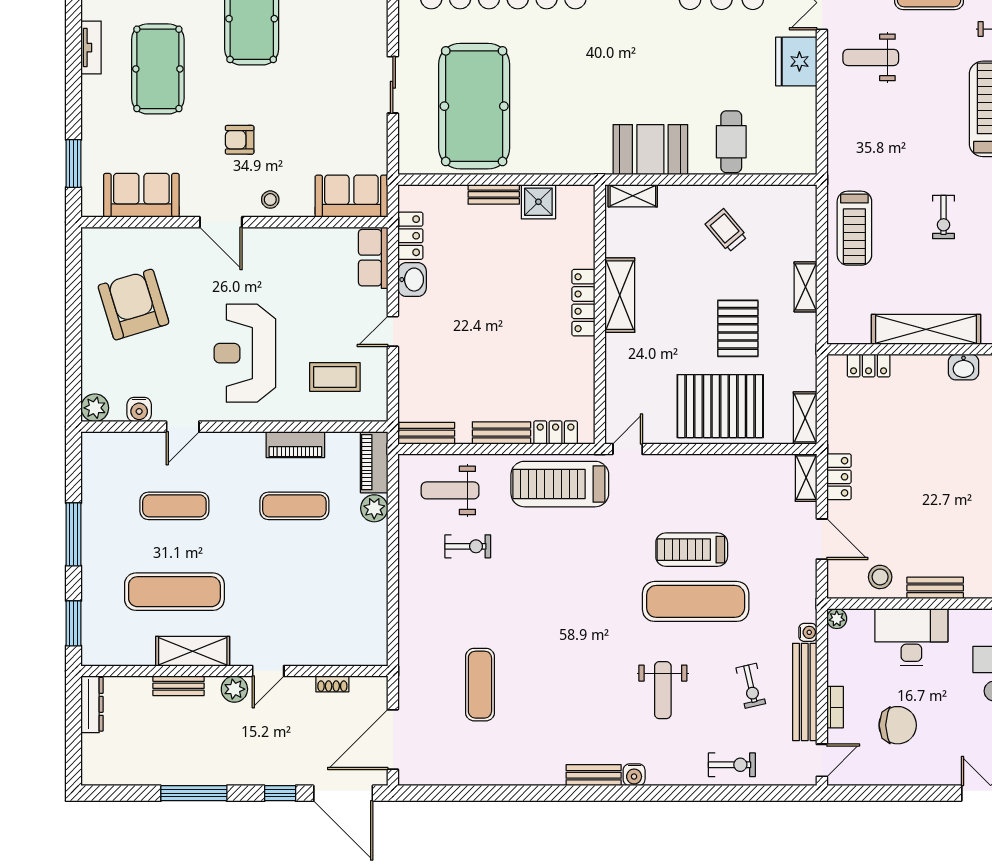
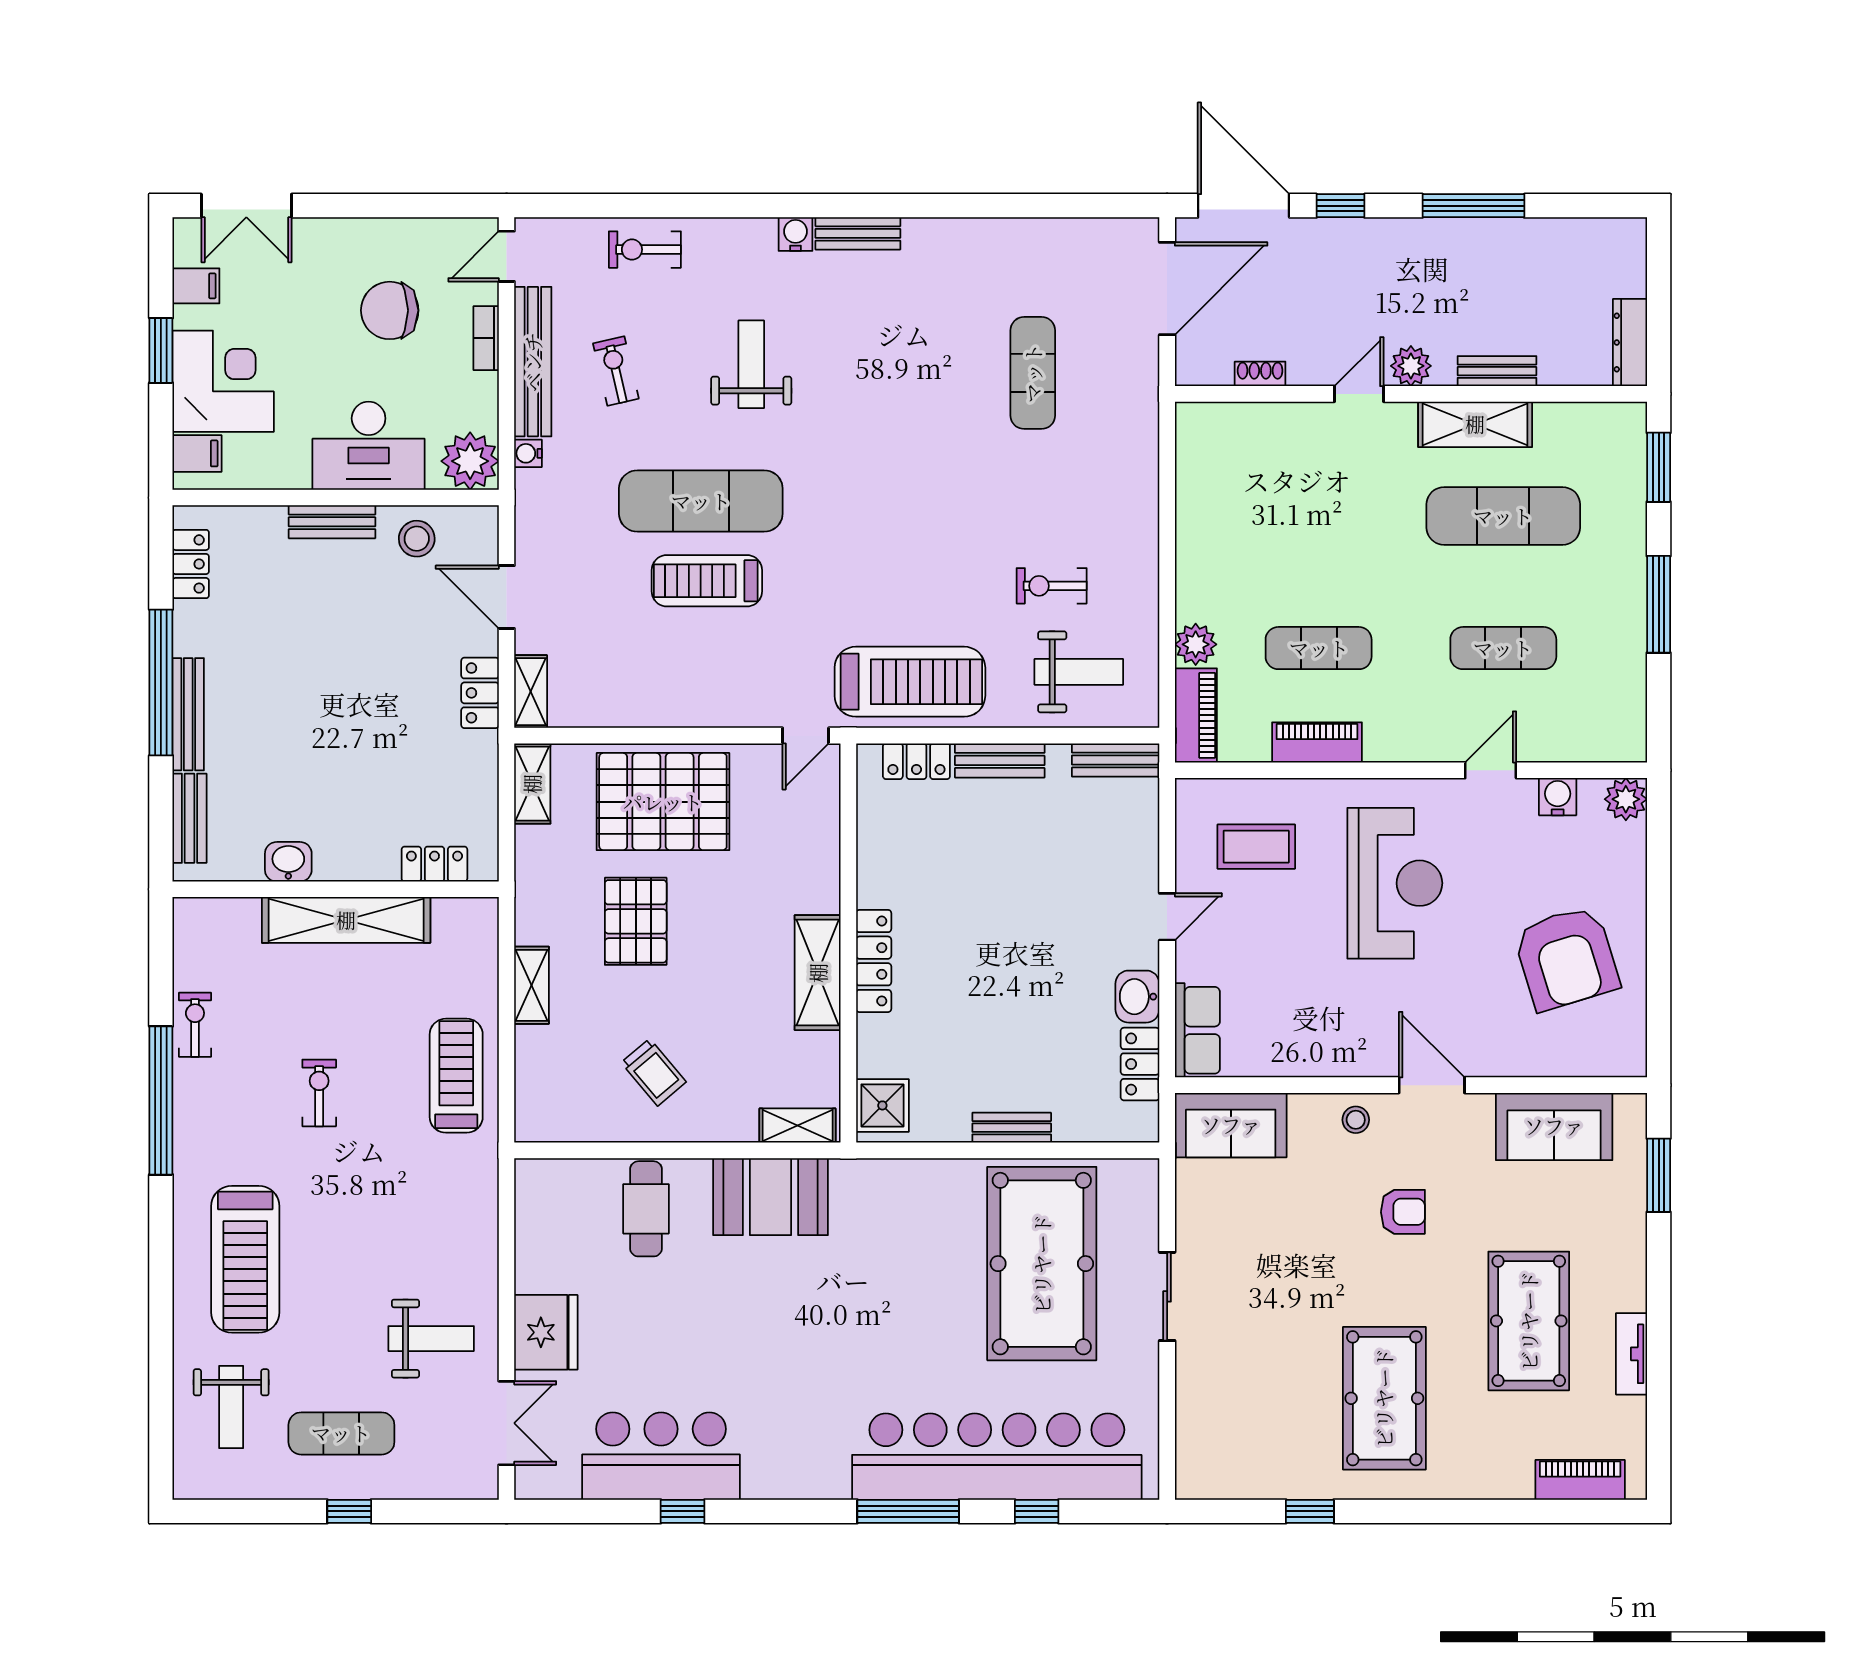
shower: (538, 202) -> (882, 1105), moved
treadmill: (692, 550) -> (707, 581), turned 180
plant: (837, 619) -> (470, 461), width x1.88, depth x1.88

